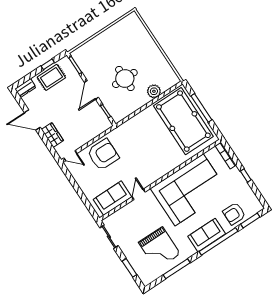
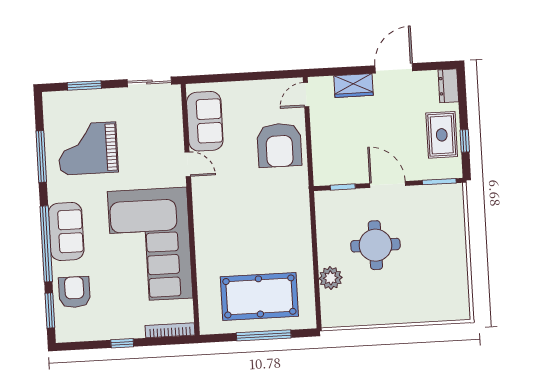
pool table: (183, 121) -> (259, 296), width x0.73, depth x0.76

